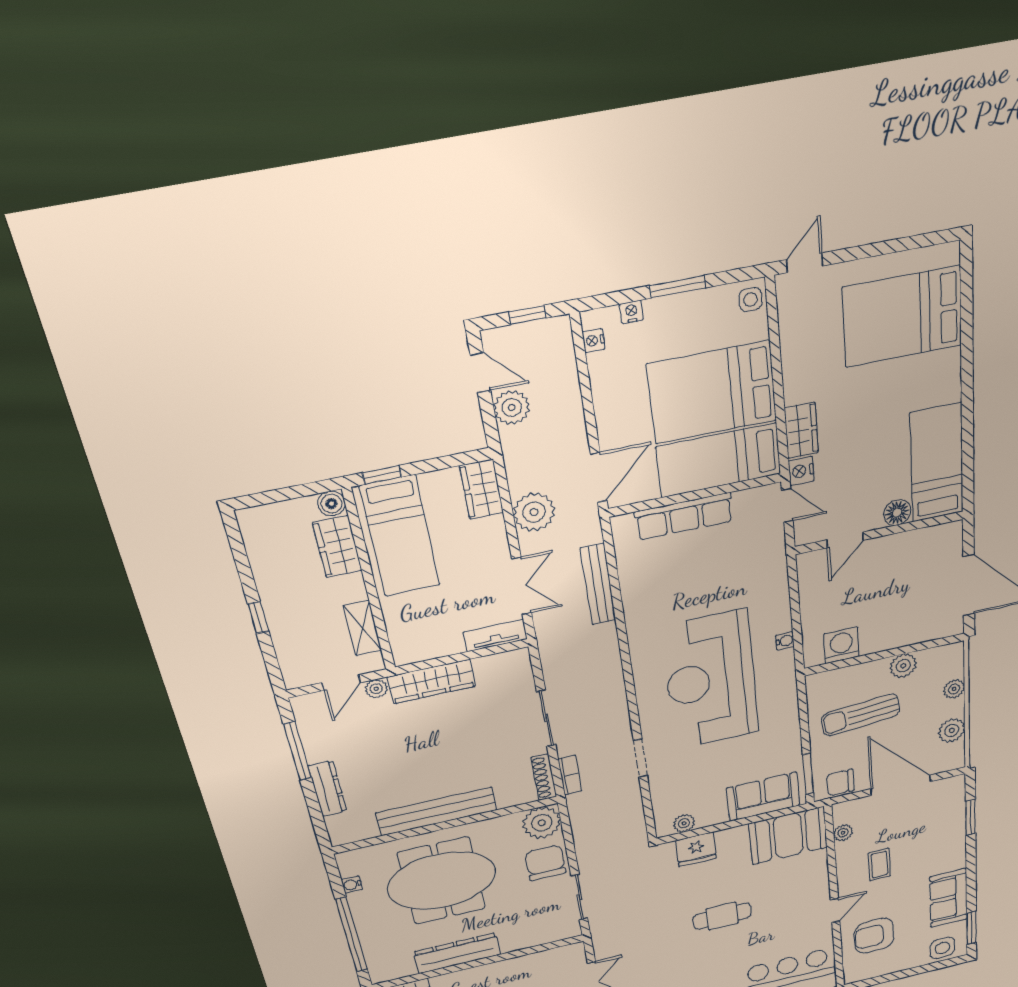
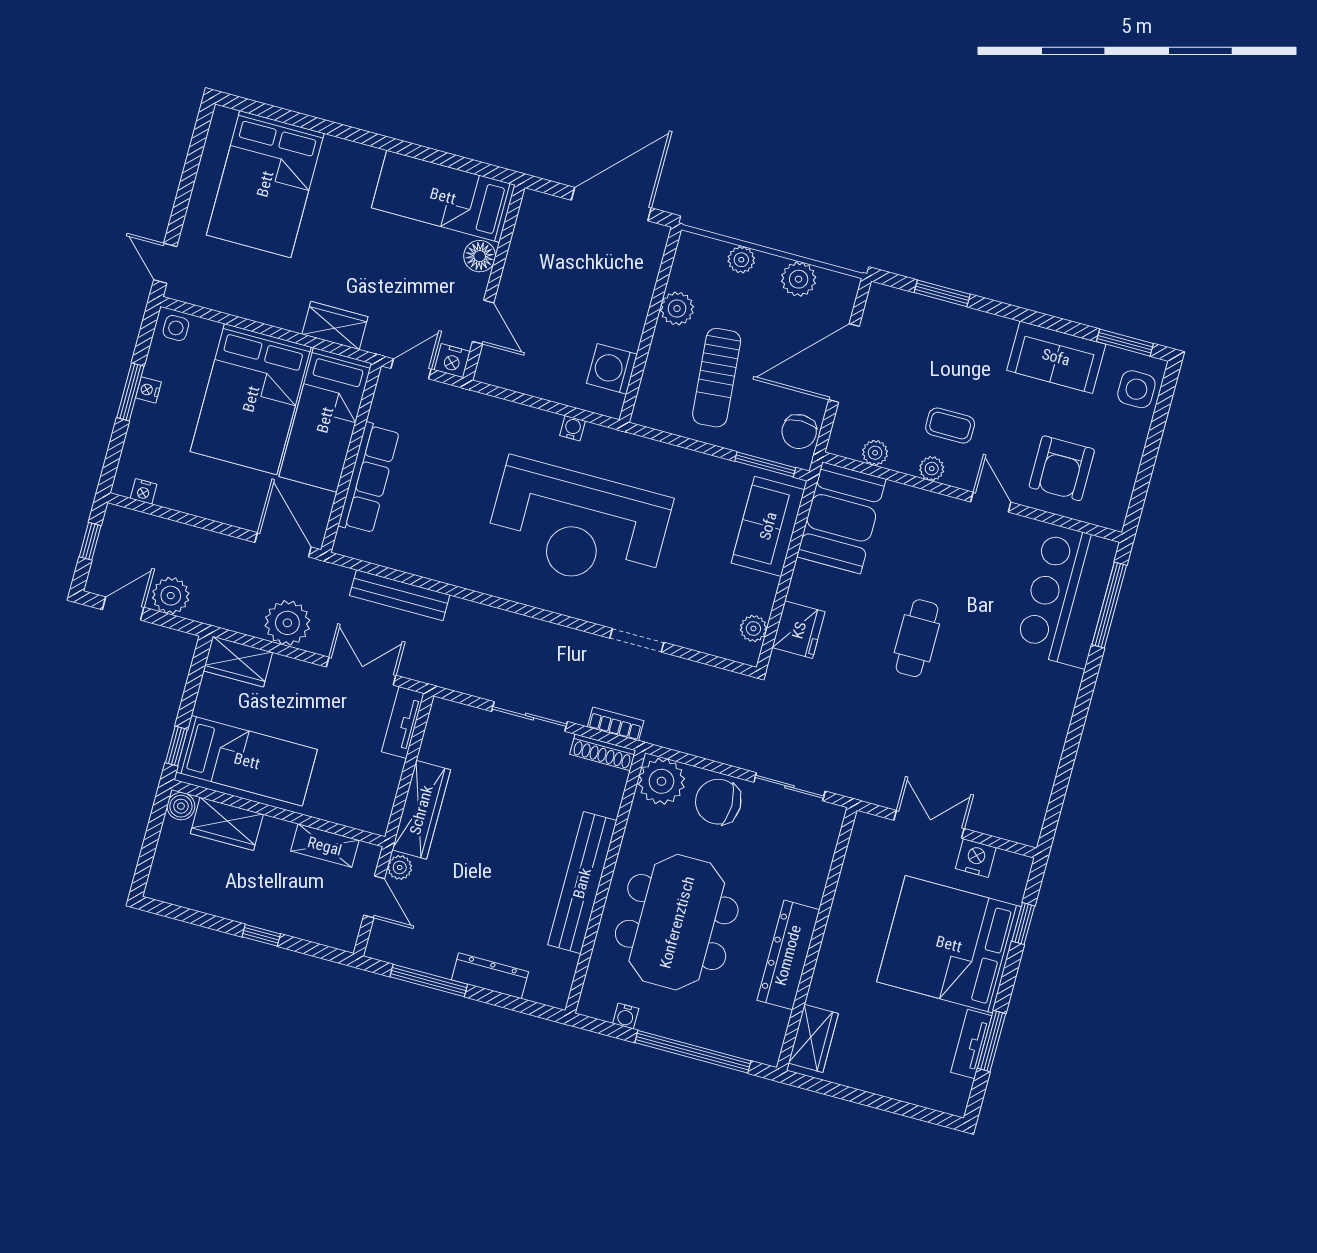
nightstand: (631, 312) -> (148, 390), moved
nightstand: (801, 471) -> (452, 361), moved
plant: (845, 869) -> (932, 469), added

